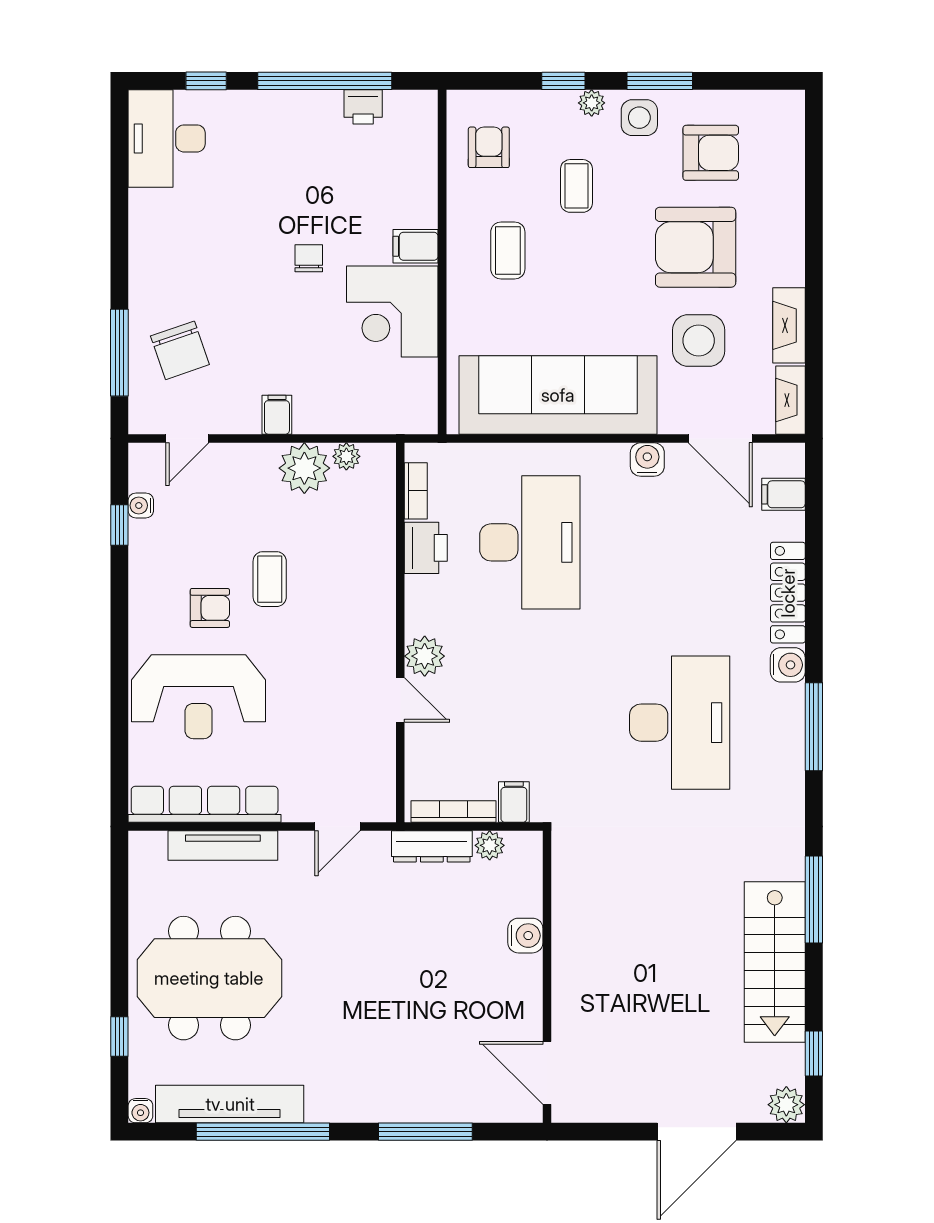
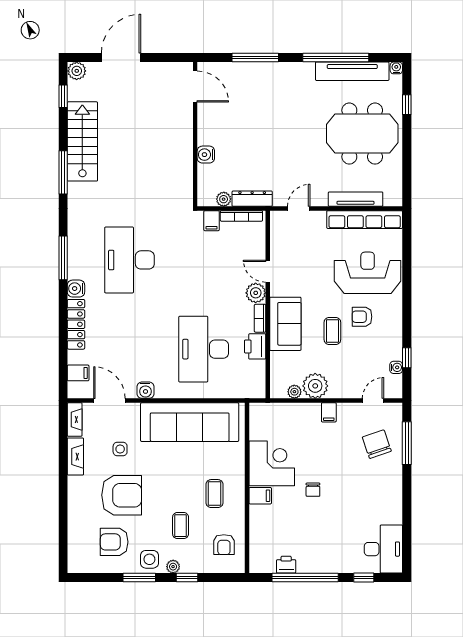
side table: (699, 340) -> (120, 449), width x0.54, depth x0.54
bookcase: (416, 491) -> (260, 318), moved
sofa: (365, 594) -> (285, 324), added

